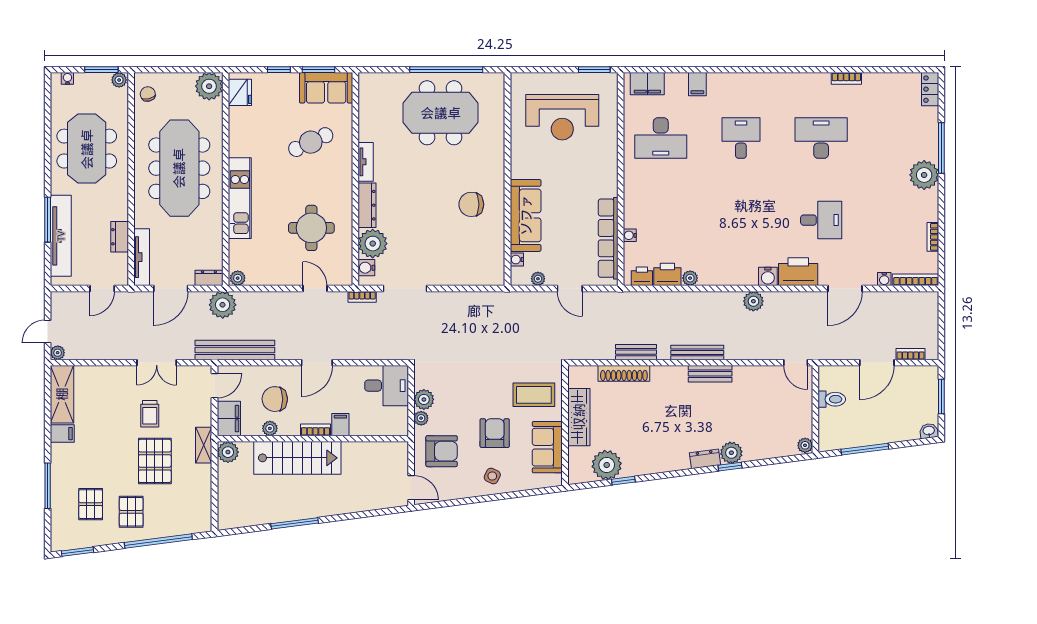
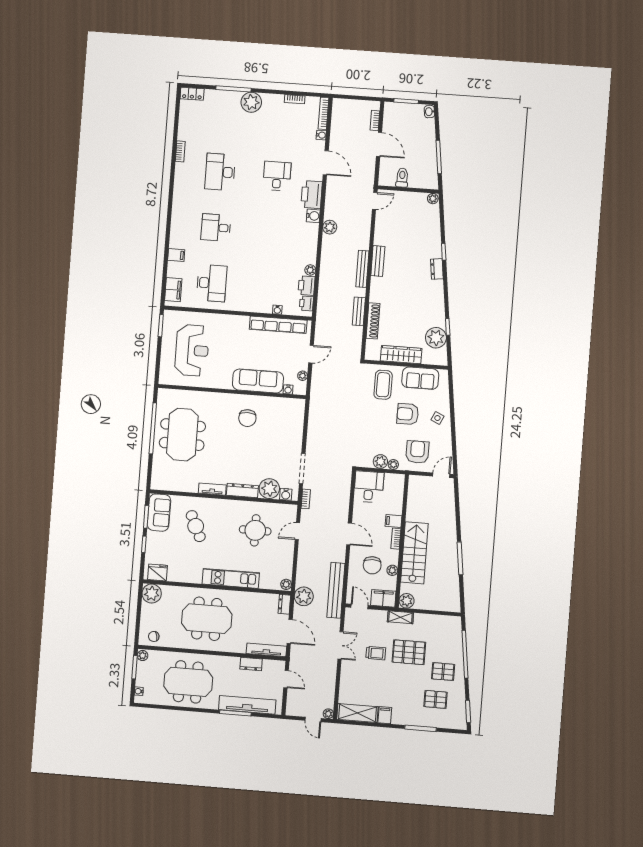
meeting table: (179, 168) -> (207, 619), width x0.73
plant: (731, 453) -> (434, 250), removed

